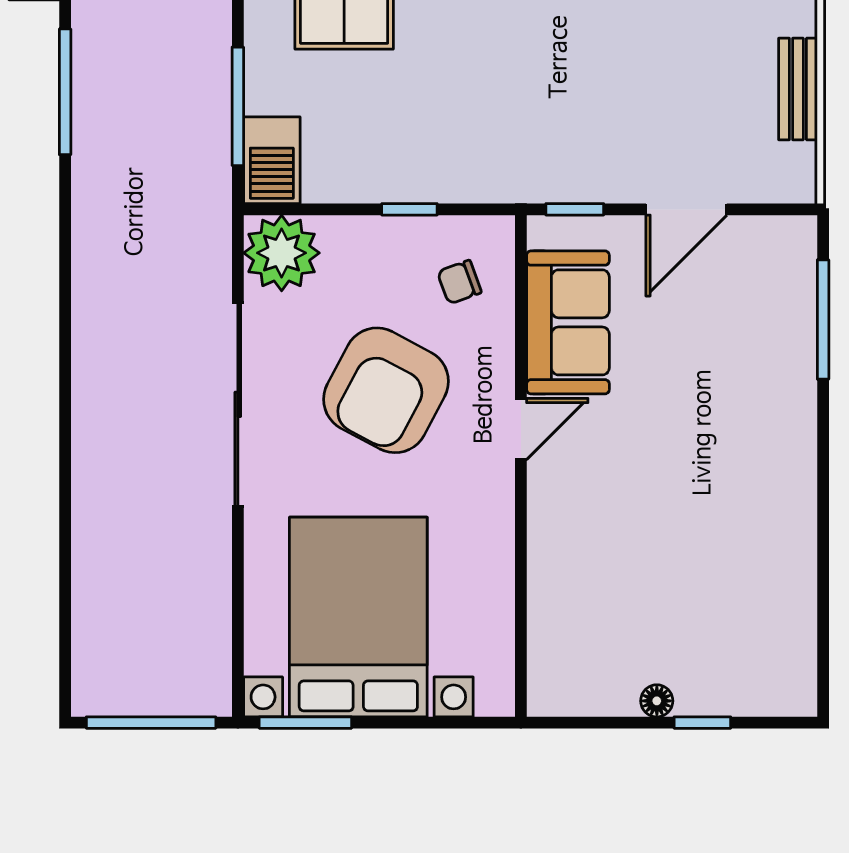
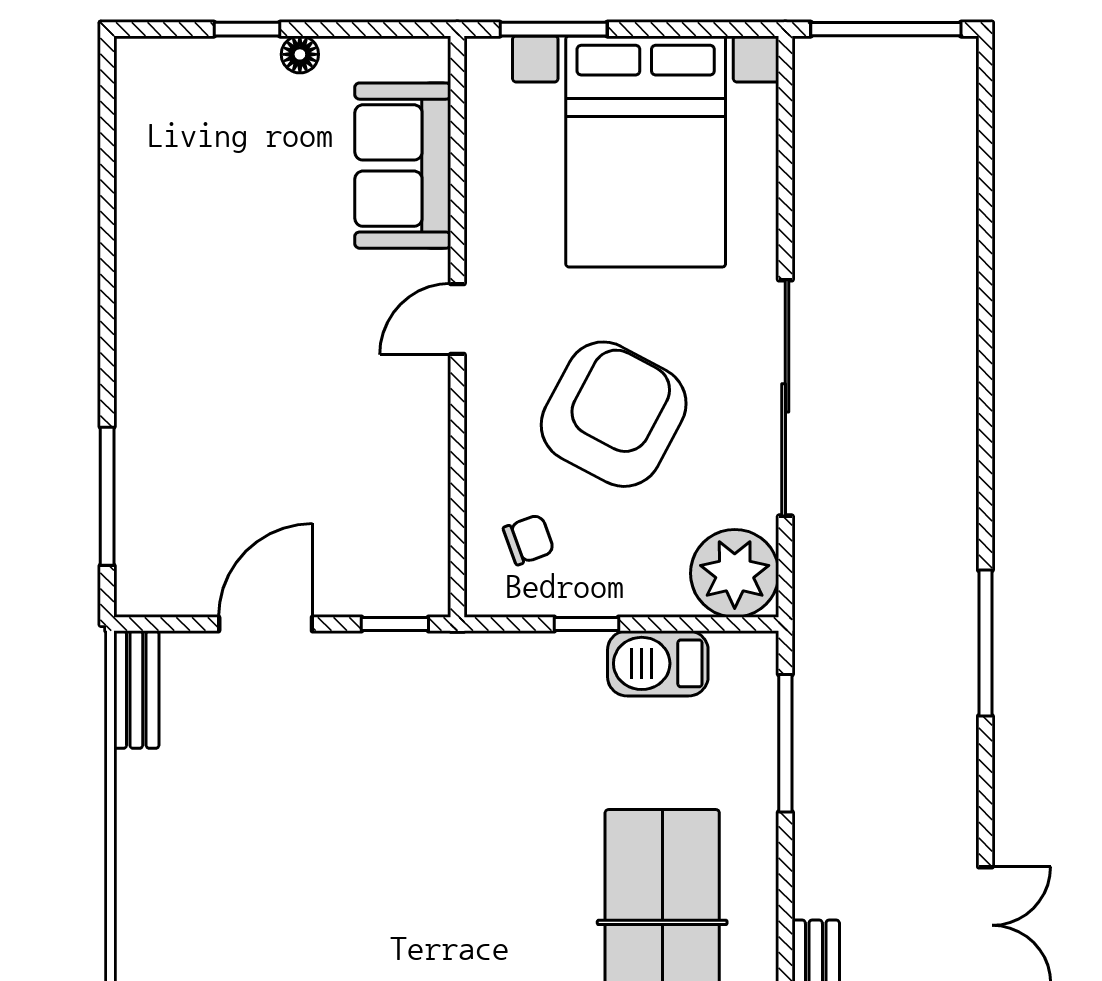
bench: (798, 89) -> (136, 690), moved
window: (65, 92) -> (985, 643), moved
barbecue: (272, 160) -> (658, 663), moved, turned -90
sofa: (568, 322) -> (403, 166), moved
door: (521, 429) -> (457, 319), moved
window: (305, 723) -> (554, 29), moved

